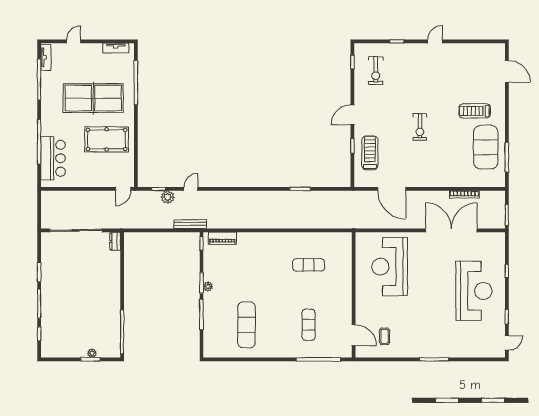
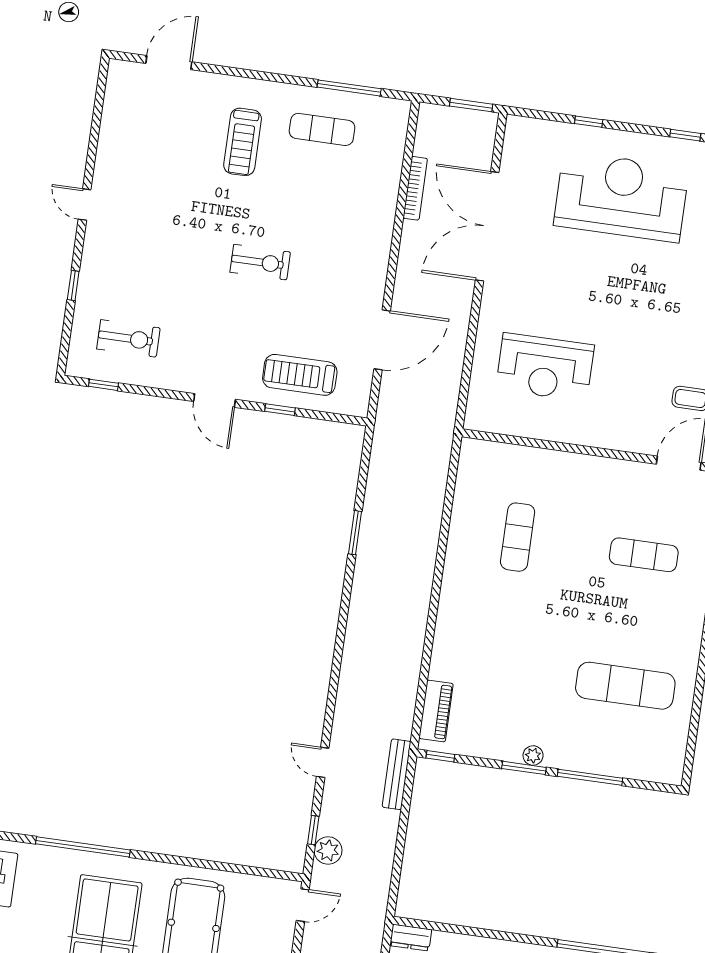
exercise mat: (486, 147) -> (322, 129), width x0.50, depth x0.69
door: (123, 189) -> (303, 905), hinge flipped
plant: (168, 197) -> (328, 850), moved
reception desk: (390, 267) -> (545, 367), width x0.74, depth x0.77

